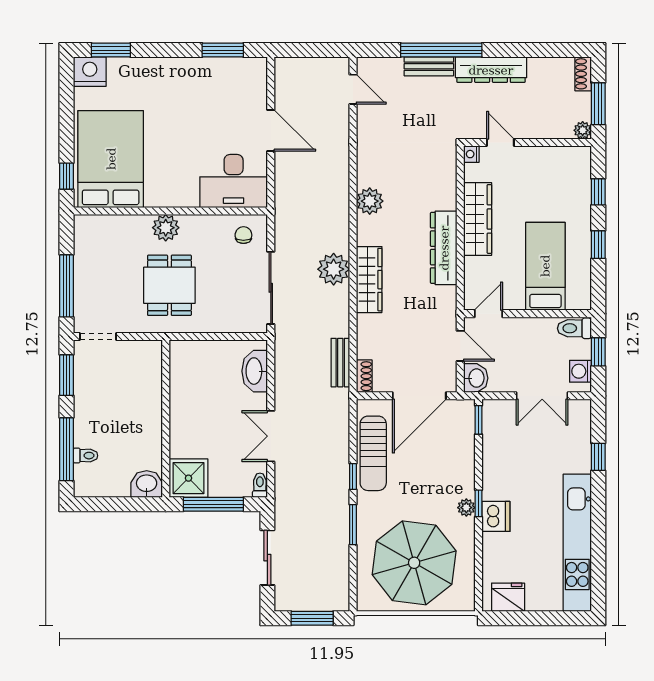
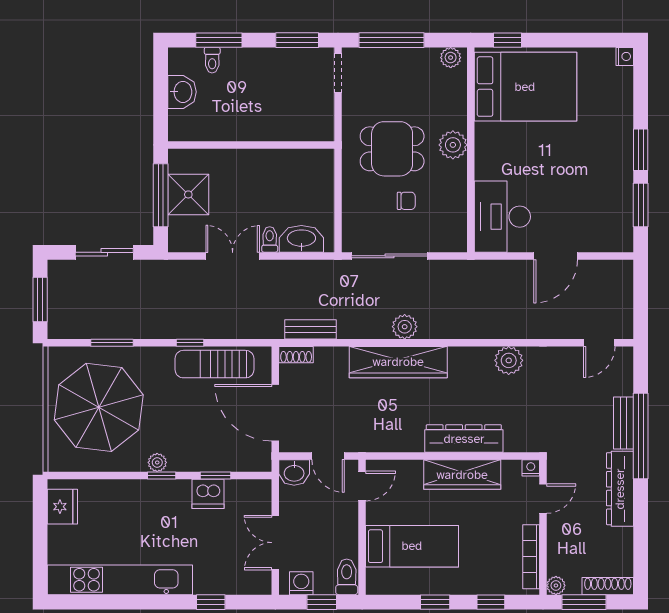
window: (111, 50) -> (641, 150), moved
nightstand: (90, 72) -> (625, 56), width x0.53, depth x0.56
shoe rack: (583, 74) -> (608, 586), width x1.43
bookcase: (556, 154) -> (531, 557), added
plant: (370, 201) -> (509, 360), moved
plant: (83, 230) -> (451, 58), added
chair: (243, 235) -> (406, 201), moved
dresser: (444, 248) -> (464, 439), moved
plant: (334, 269) -> (405, 327), width x0.73, depth x0.73
wardrobe: (369, 280) -> (398, 362), width x1.40, depth x1.17
door: (488, 314) -> (362, 486), hinge flipped
door: (460, 346) -> (328, 456), hinge flipped
window: (478, 420) -> (215, 475), moved
window: (67, 449) -> (219, 40), width x0.69
shower: (188, 478) -> (188, 194), moved
washbasin: (147, 484) -> (182, 92), moved
toilet: (260, 485) -> (270, 239), moved, turned -90
dishwasher: (496, 516) -> (208, 494), moved
window: (353, 525) -> (112, 343), moved

